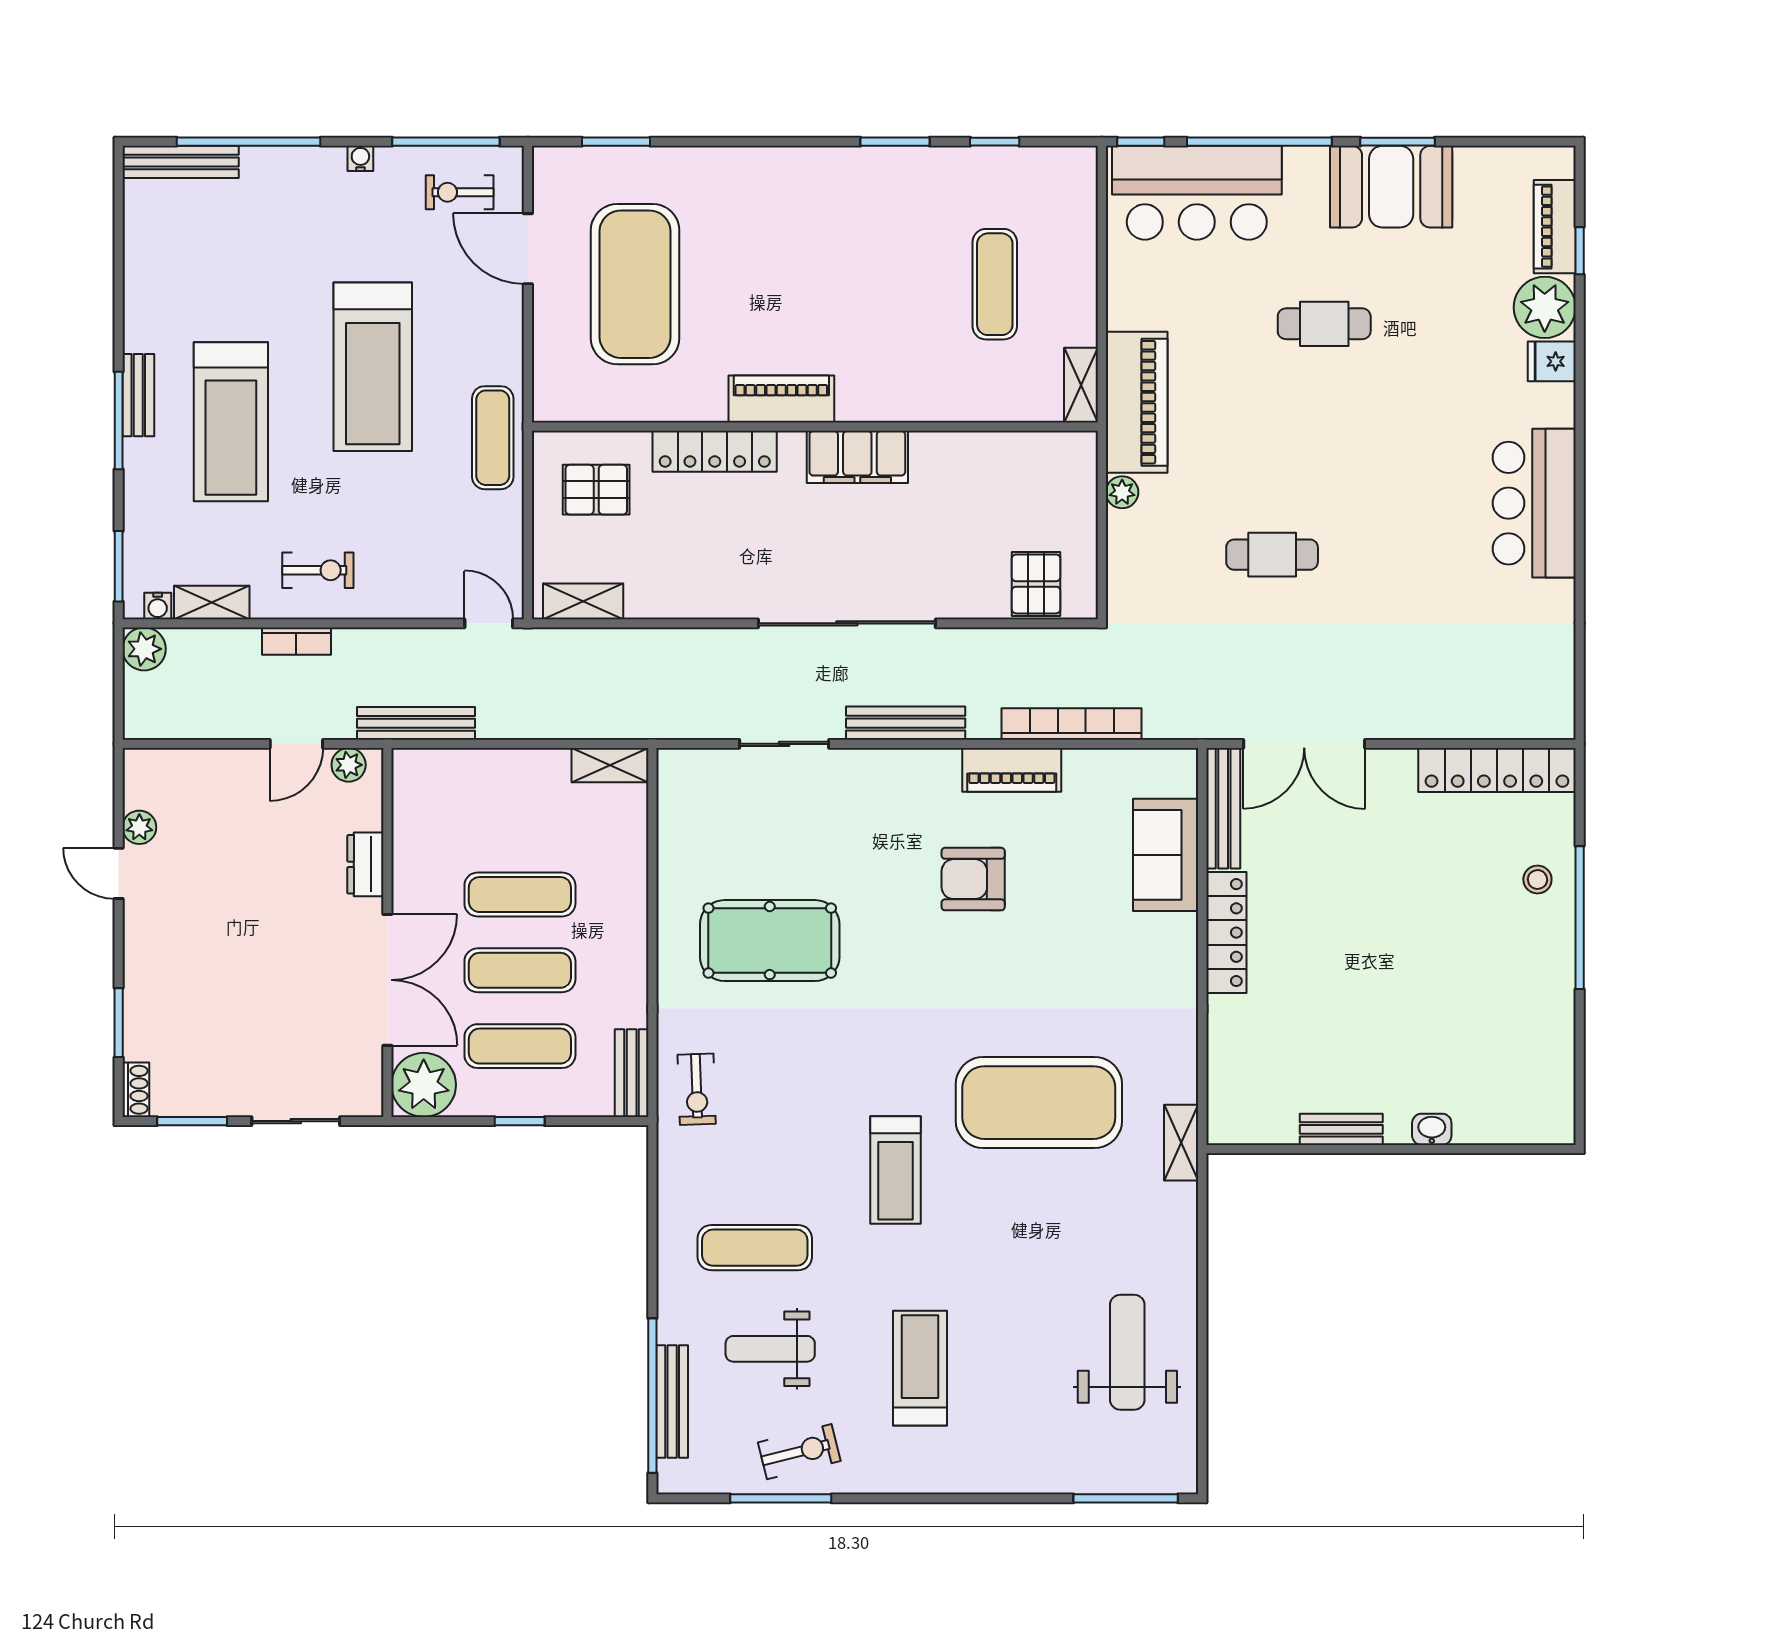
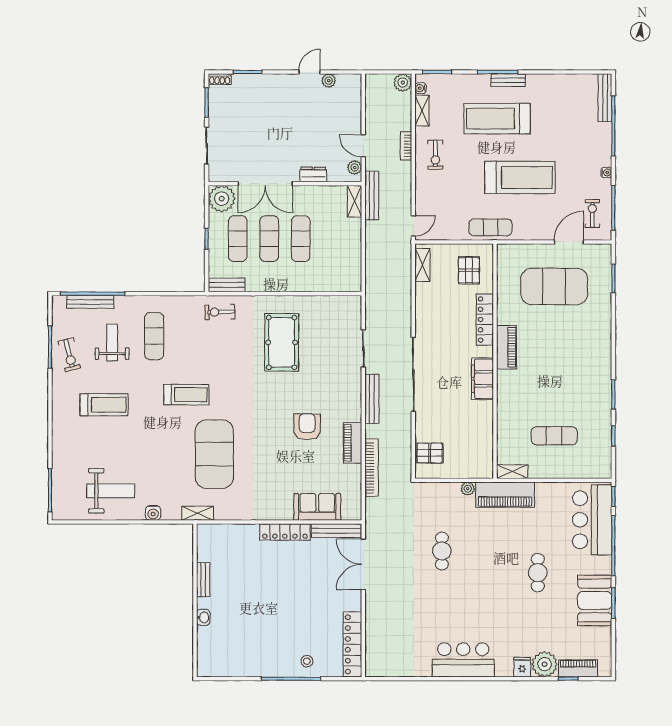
treadmill: (373, 367) -> (520, 178), turned 180
shelving: (610, 765) -> (354, 201), moved
treadmill: (896, 1170) -> (186, 395), turned 180
water cooler: (1180, 1250) -> (153, 513), added

